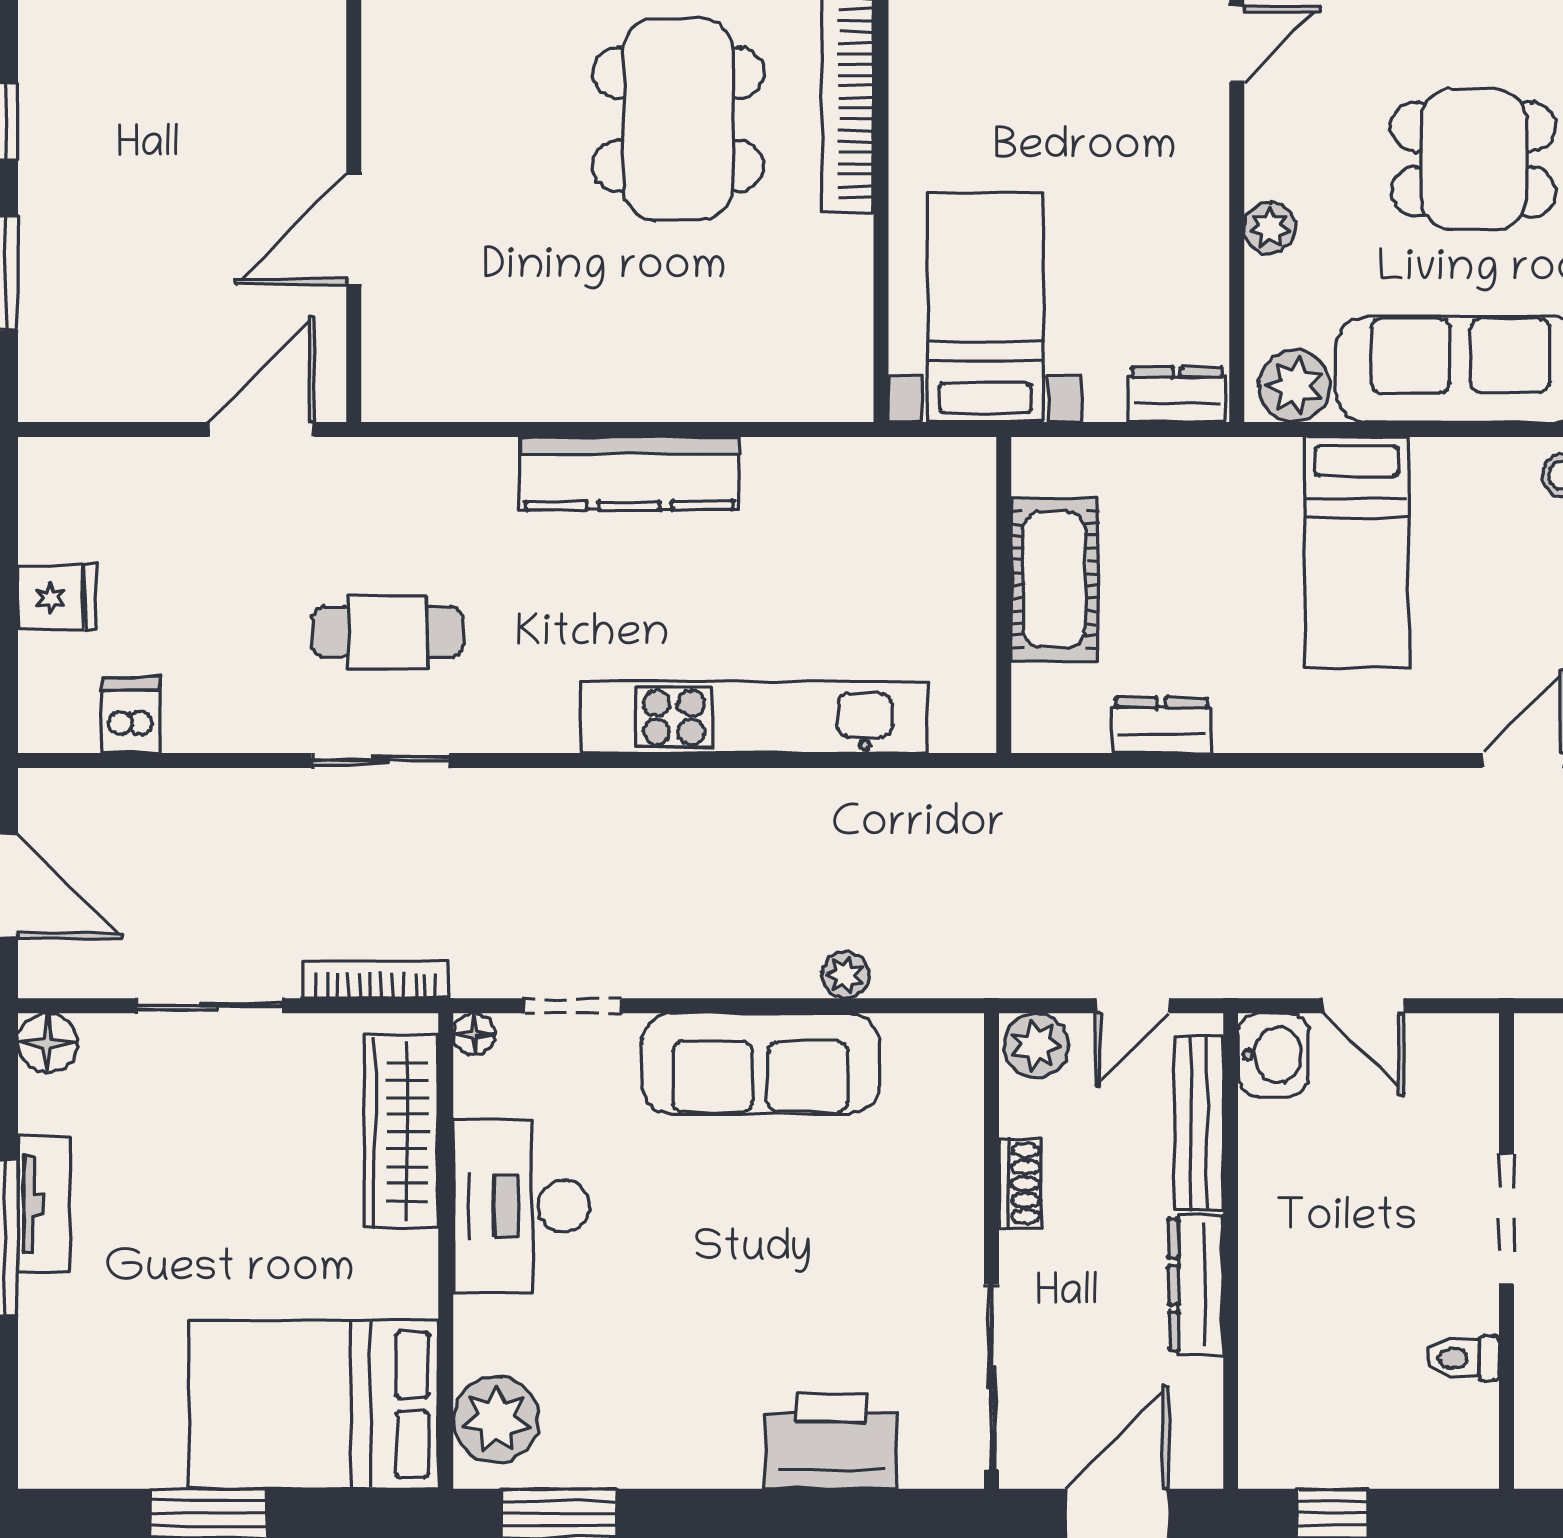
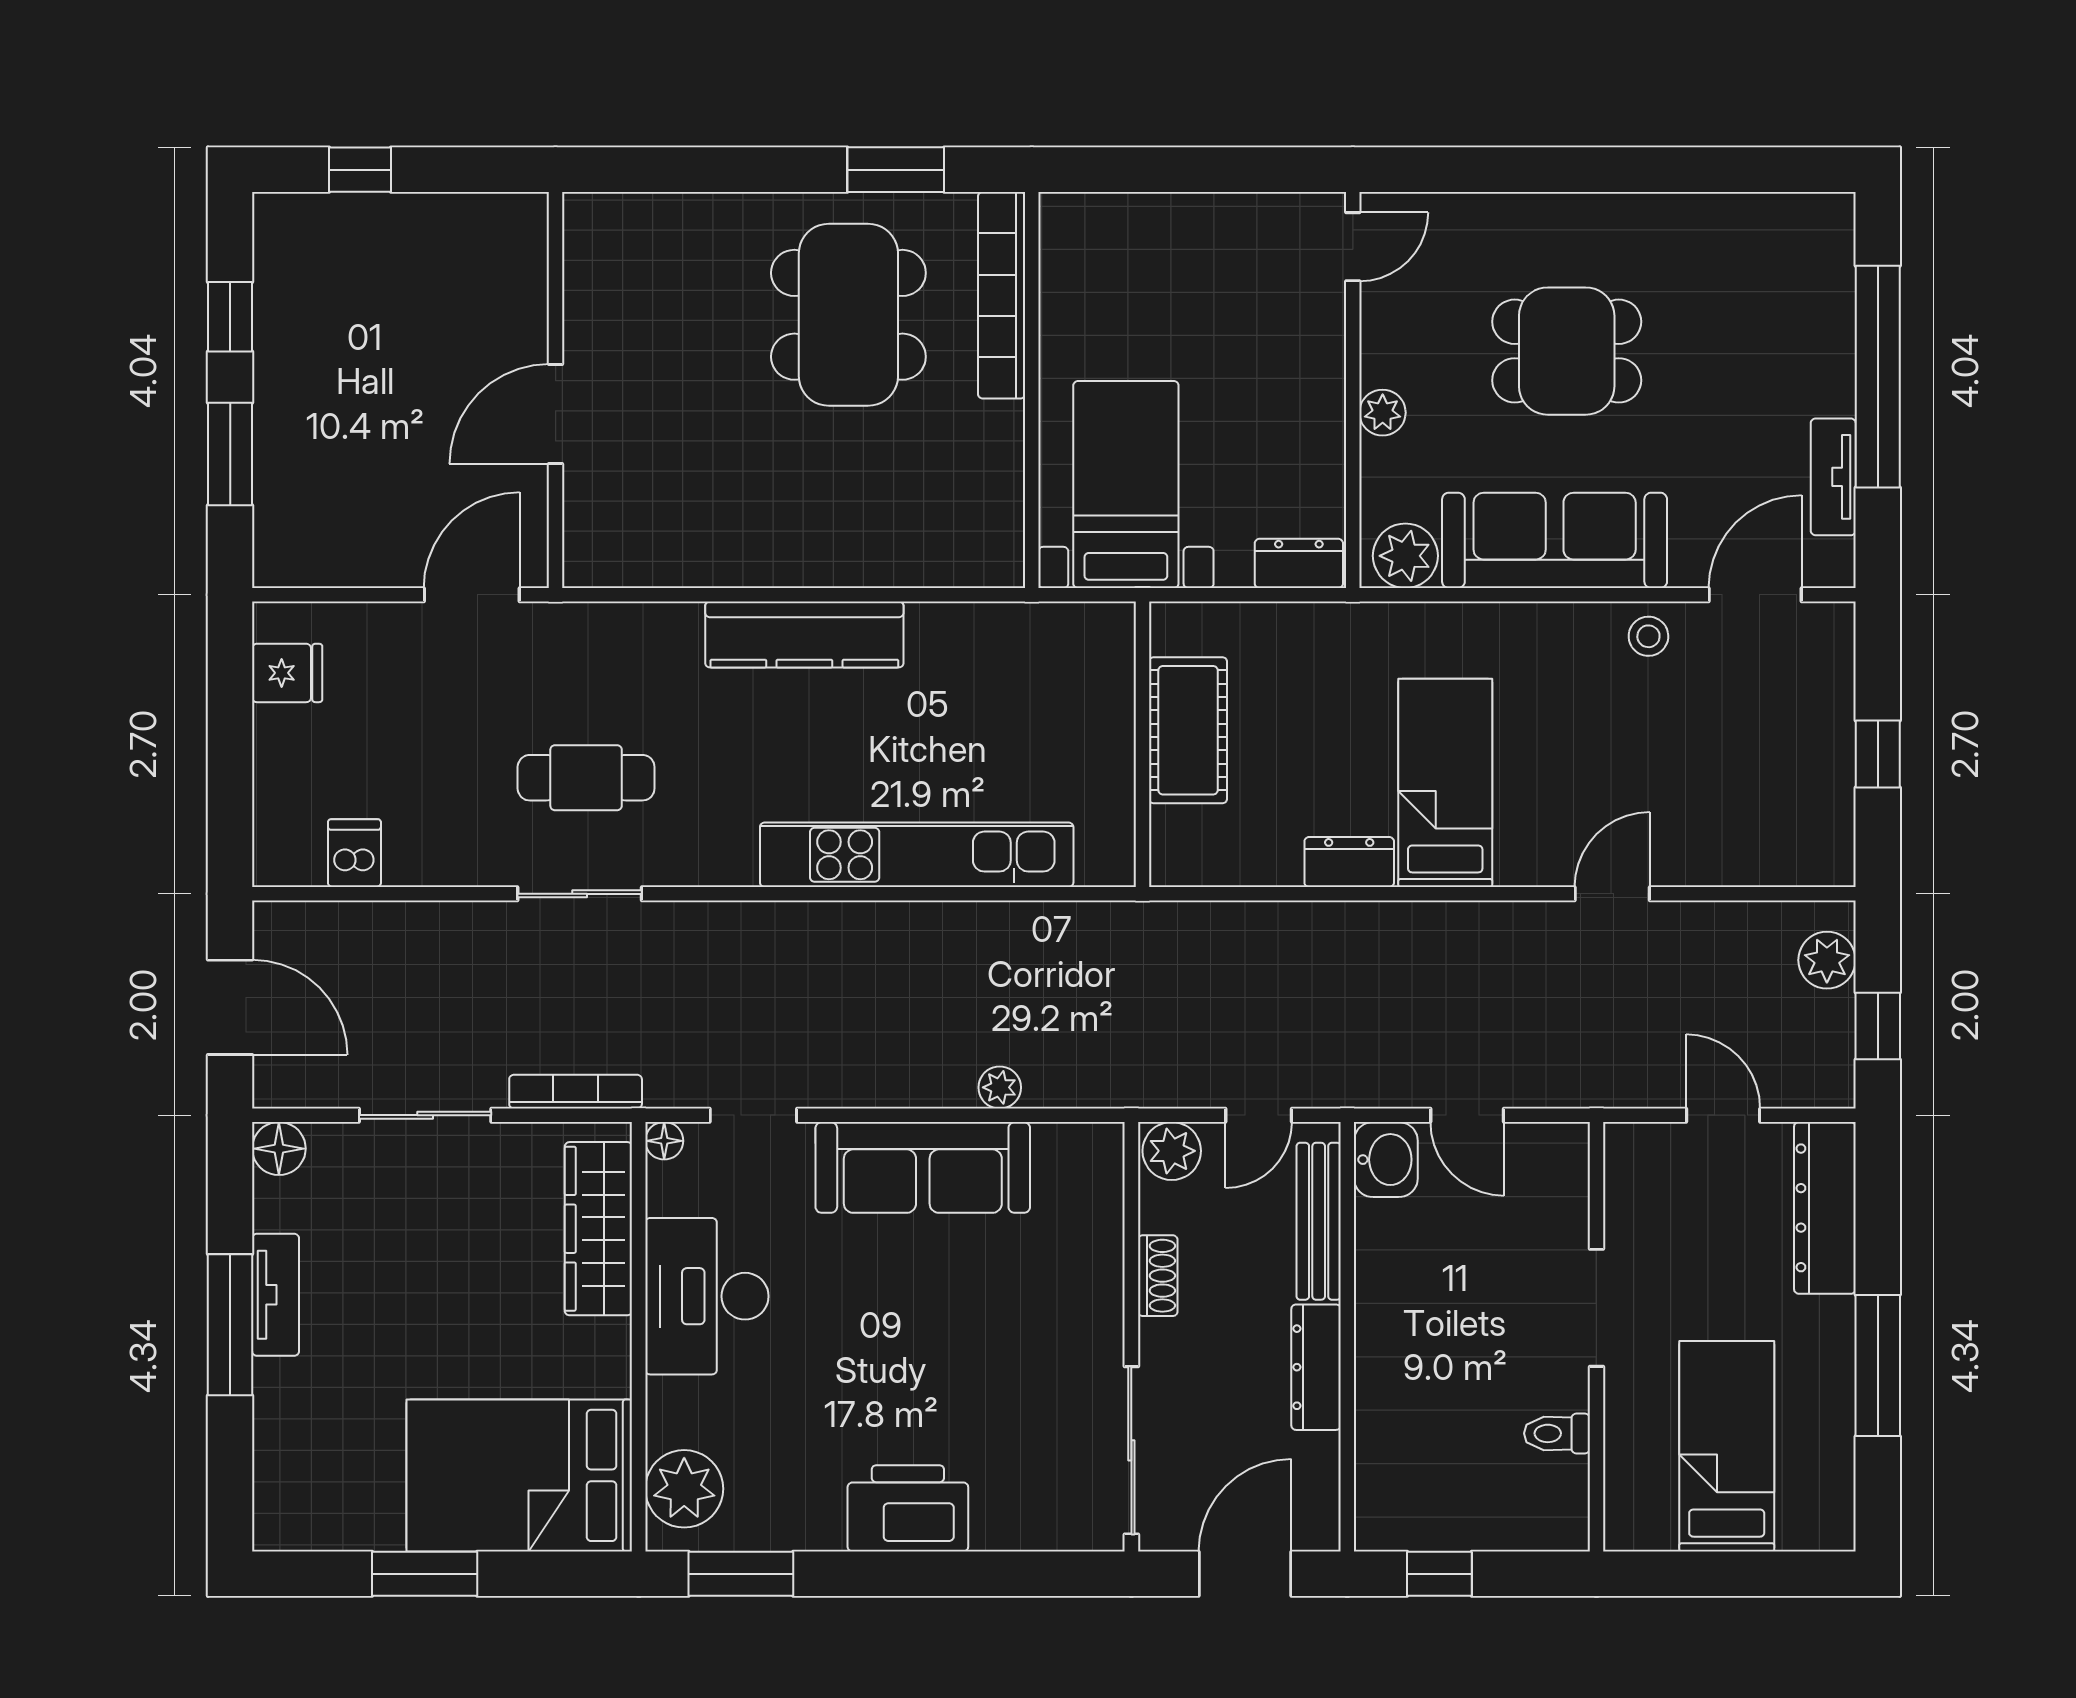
bed: (1357, 552) -> (1445, 783), moved, turned 180
fridge: (56, 597) -> (287, 673), moved
dresser: (1161, 725) -> (1349, 862), moved
printer: (831, 1441) -> (908, 1508), moved

